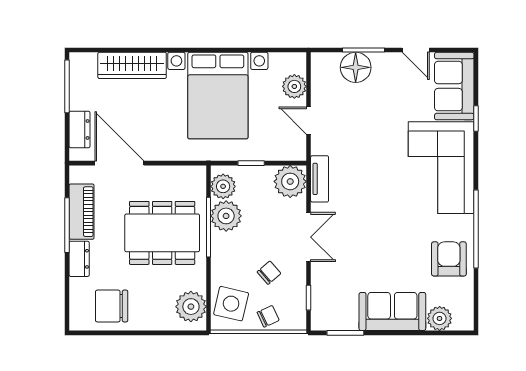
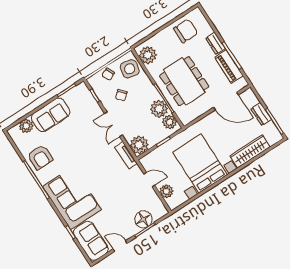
dresser: (80, 129) -> (261, 114), moved
dining table: (162, 233) -> (184, 81), turned 90

